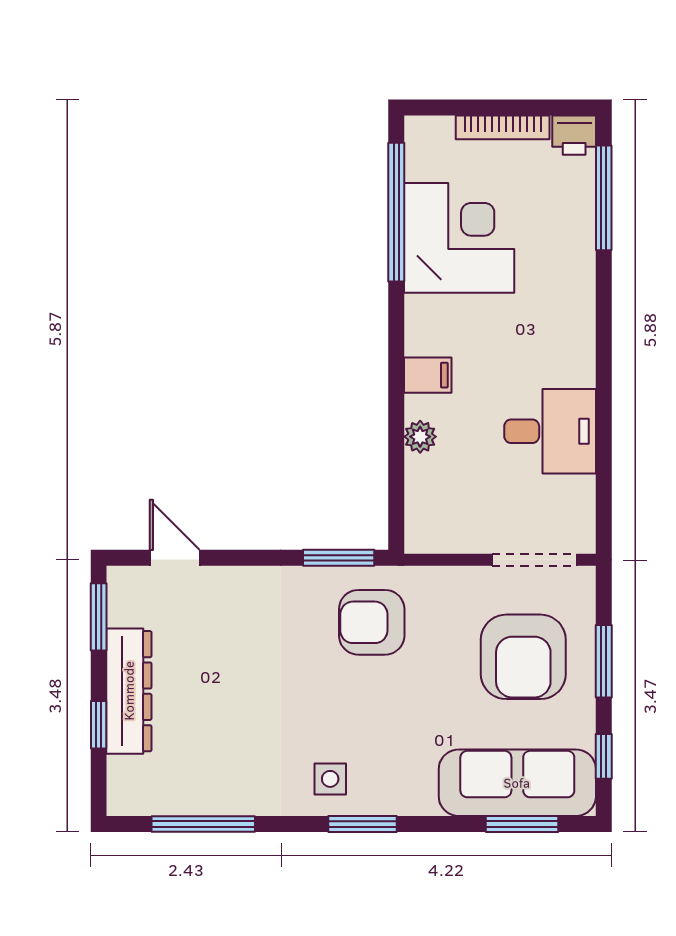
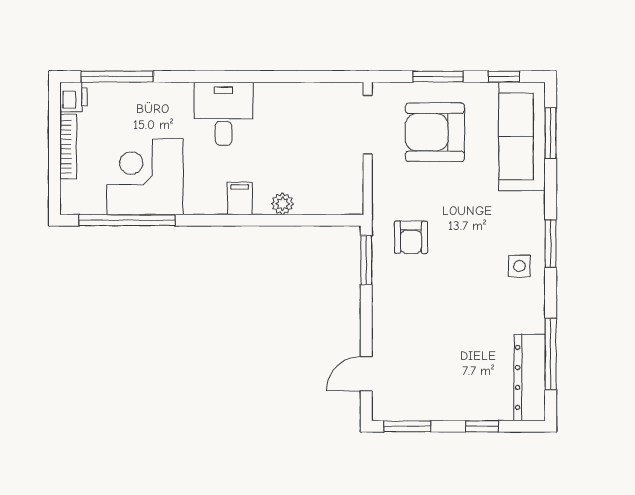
desk: (550, 431) -> (224, 114), moved
armchair: (372, 622) -> (411, 237), width x0.72, depth x0.72
armchair: (523, 657) -> (435, 132), turned 180
dresser: (129, 691) -> (530, 377), moved, turned -90

